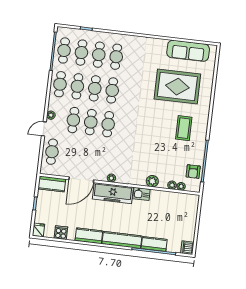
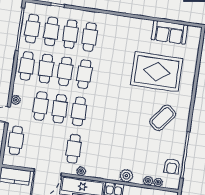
sofa: (188, 51) -> (170, 32), width x0.73
coffee table: (184, 128) -> (163, 118), turned 38
cafe table: (104, 158) -> (74, 149), added

